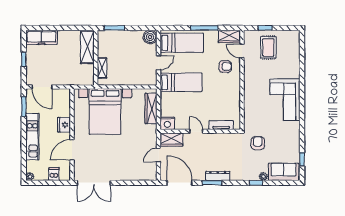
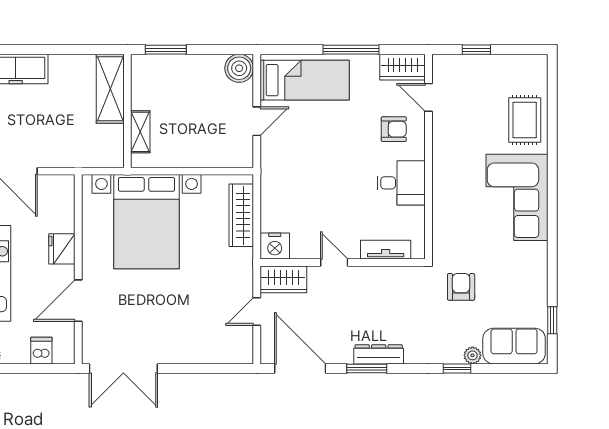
rug: (268, 47) -> (525, 120), moved
bed: (181, 82) -> (303, 162), removed
desk: (229, 93) -> (401, 183), added

